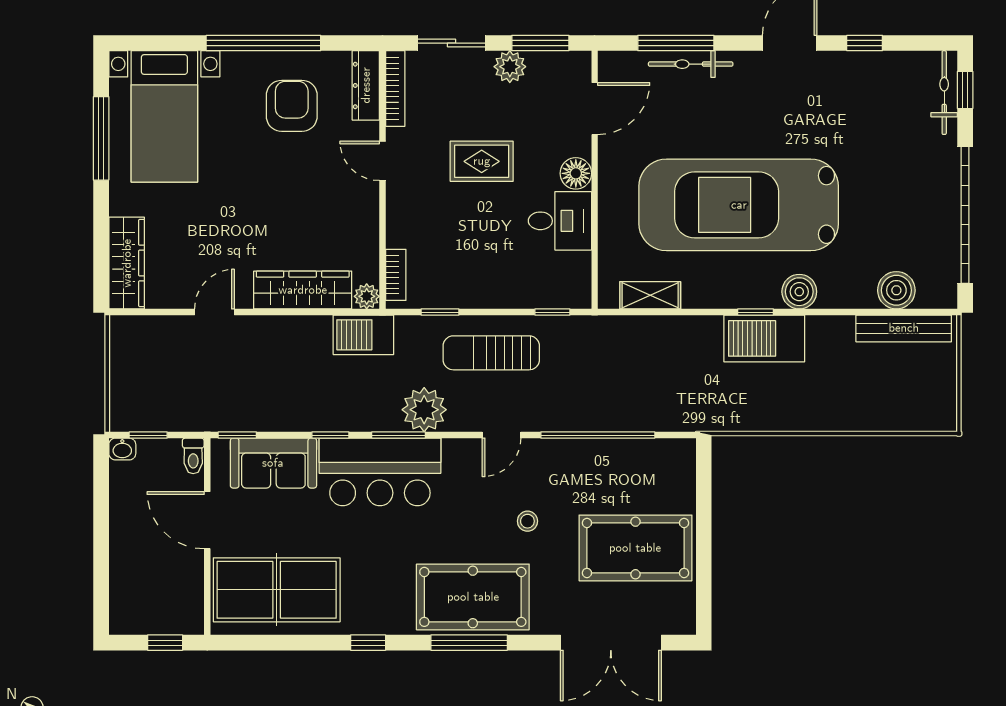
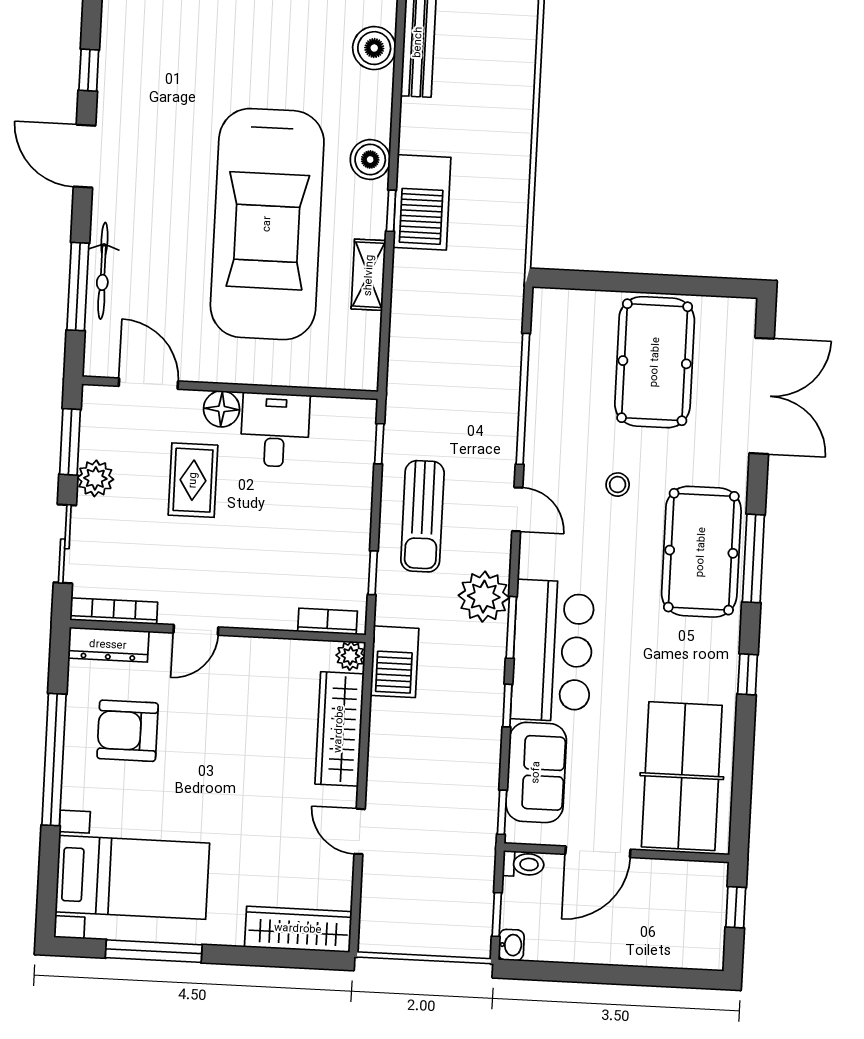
rug: (482, 161) -> (193, 480), moved
shelving: (650, 295) -> (369, 275), moved

